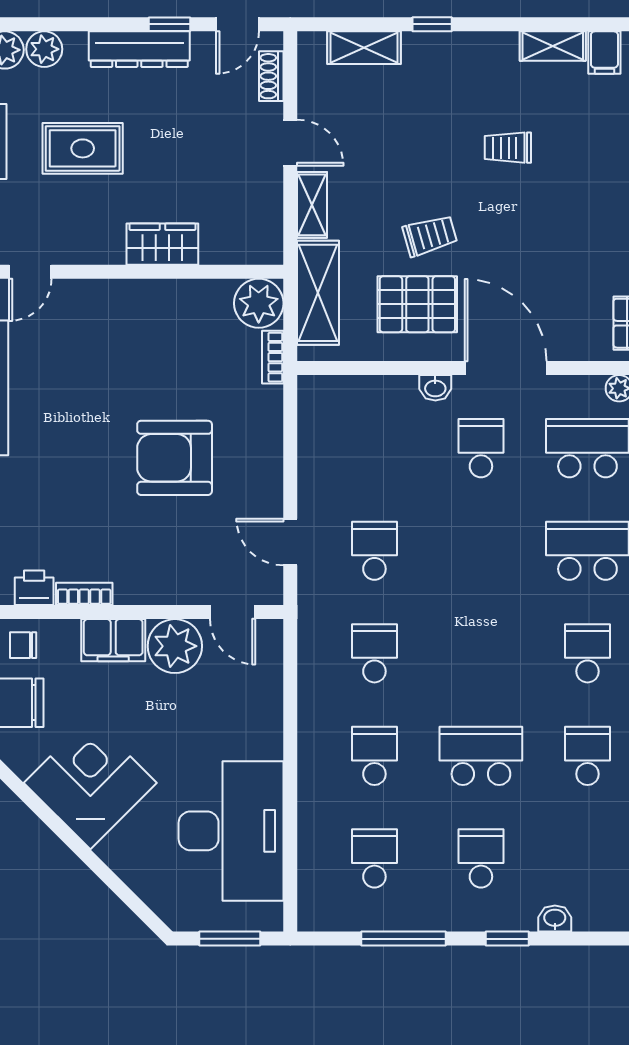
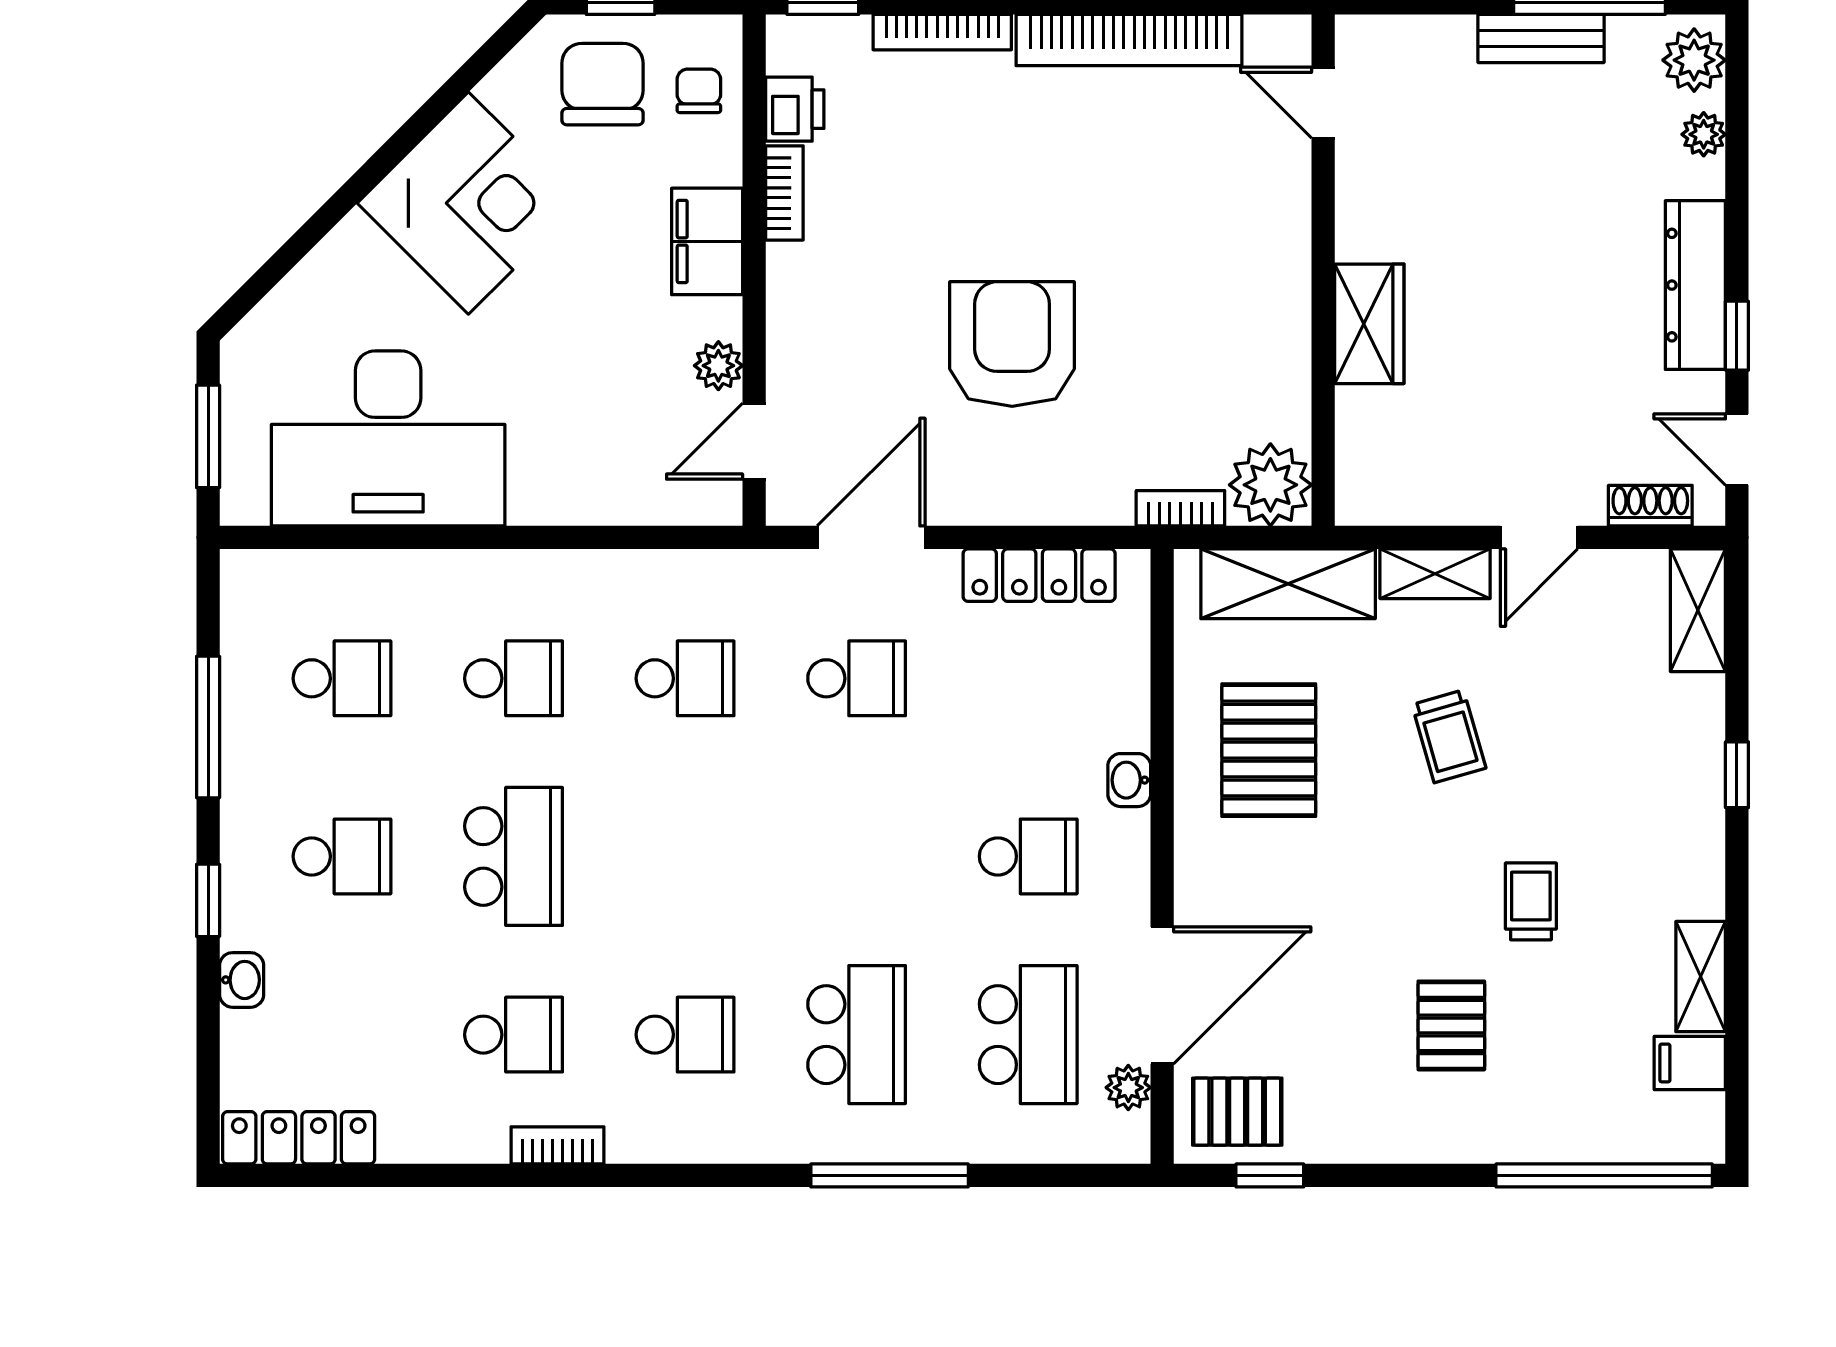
shelving: (364, 48) -> (1698, 610), moved
plant: (44, 49) -> (1704, 134), width x0.73, depth x0.73
rug: (83, 148) -> (1529, 190), removed
pallet: (582, 195) -> (1451, 1025), added
trolley: (430, 236) -> (1449, 736), moved
door: (506, 368) -> (1162, 995), moved
locker: (313, 442) -> (1039, 575), added
door: (290, 542) -> (871, 537), width x1.37
plant: (175, 646) -> (718, 366), width x0.53, depth x0.53

